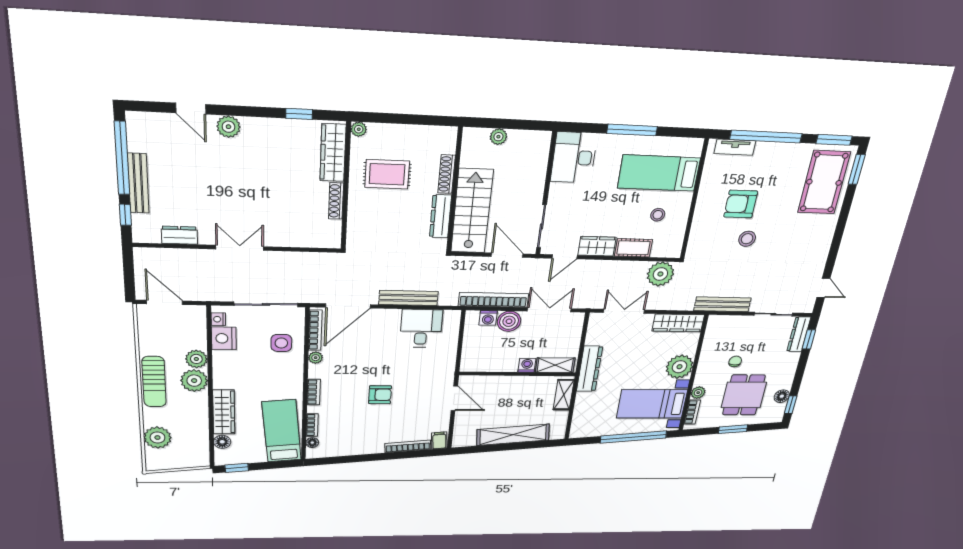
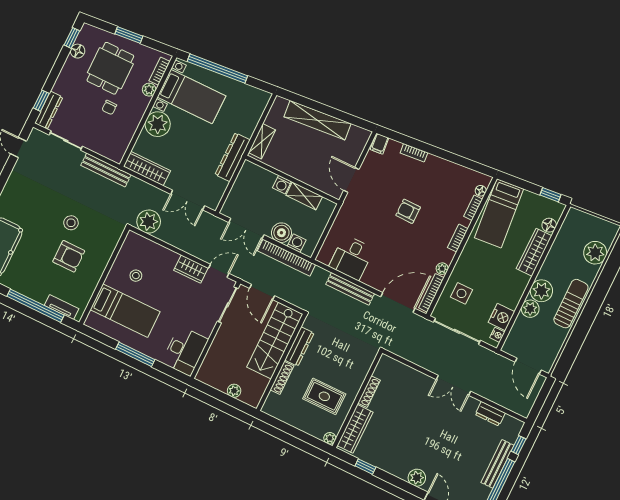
cot: (633, 248) -> (163, 255), removed
shelving: (555, 365) -> (304, 196), moved
bookcase: (408, 446) -> (414, 153), width x0.64

